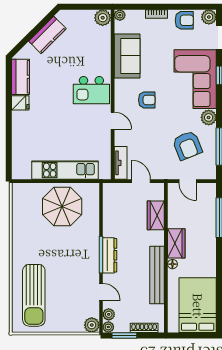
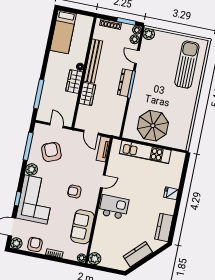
armchair: (184, 20) -> (35, 245), turned 90
fridge: (20, 103) -> (171, 193), moved
door: (113, 121) -> (103, 181), swing flipped
wardrobe: (156, 215) -> (87, 94), moved
bed: (198, 305) -> (63, 32), width x0.67

